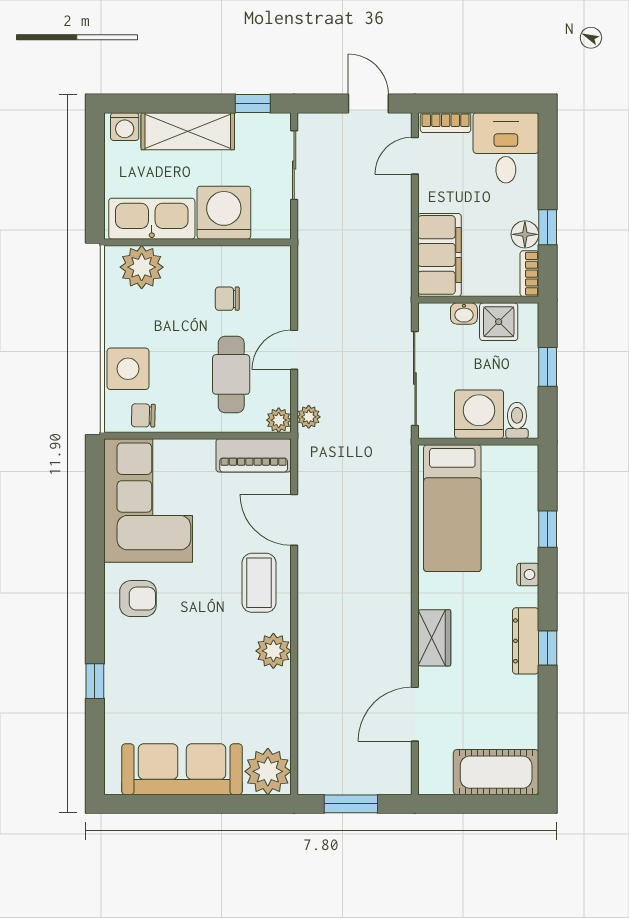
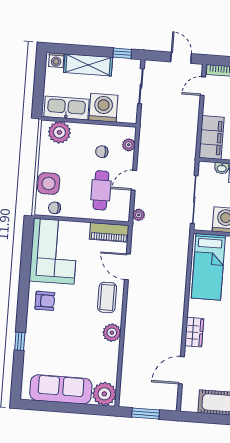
plant: (279, 420) -> (129, 145), moved

